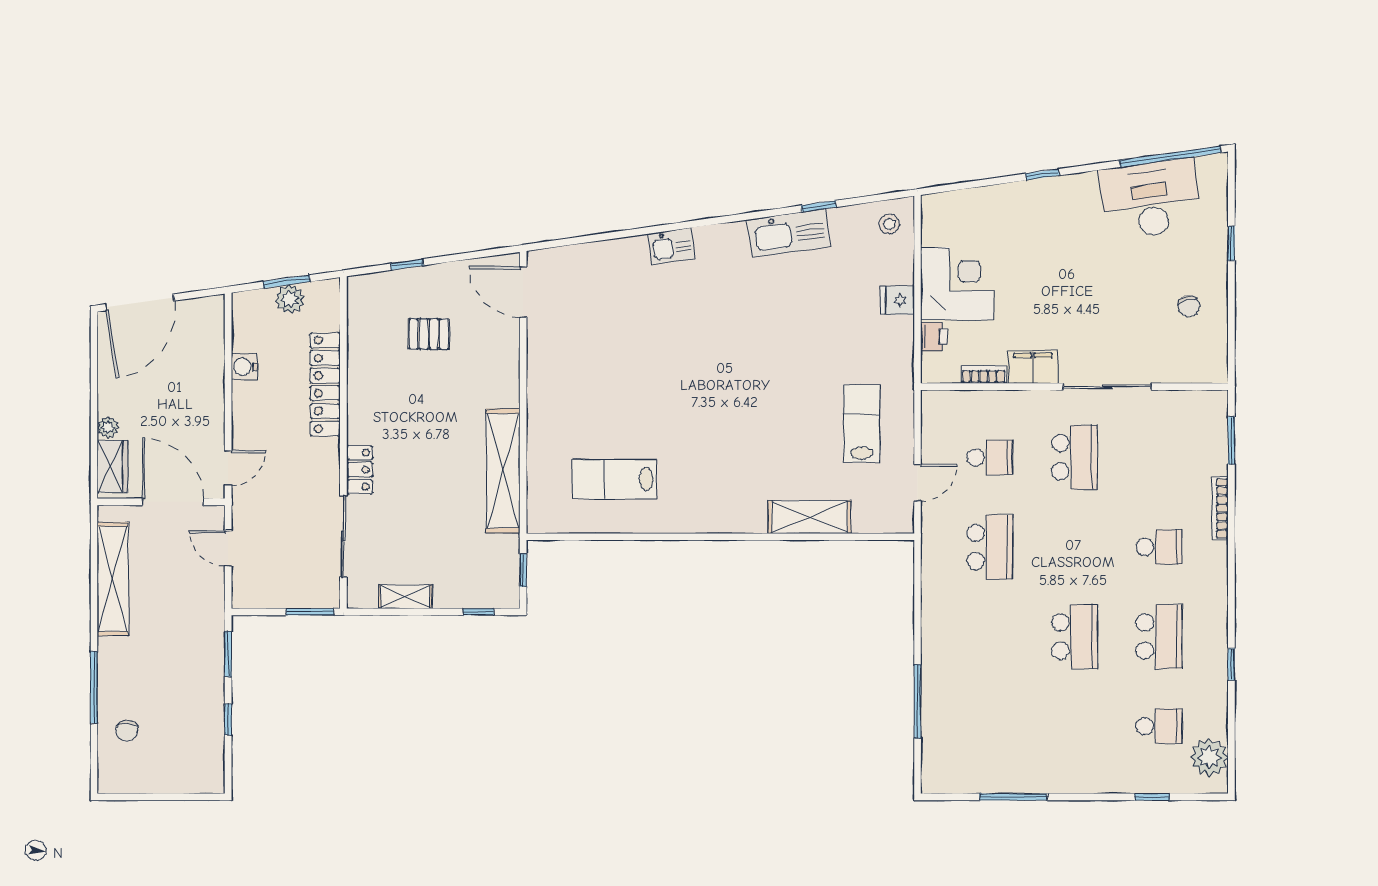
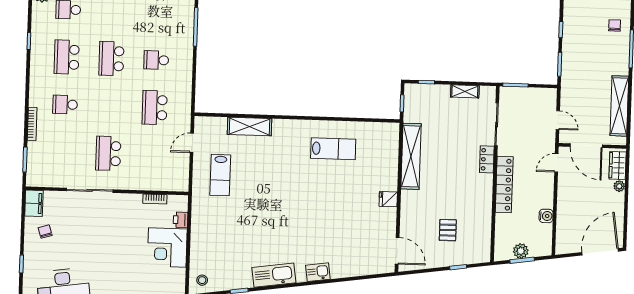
kitchen sink: (789, 233) -> (274, 275), moved
fridge: (897, 300) -> (388, 199), moved, turned 180
pallet: (429, 334) -> (448, 230), turned 90
filing cabinet: (1033, 367) -> (34, 203), moved, turned -90
locker: (325, 384) -> (504, 185), moved
school desk: (990, 457) -> (156, 60), moved
lab bench: (614, 479) -> (333, 149), moved

